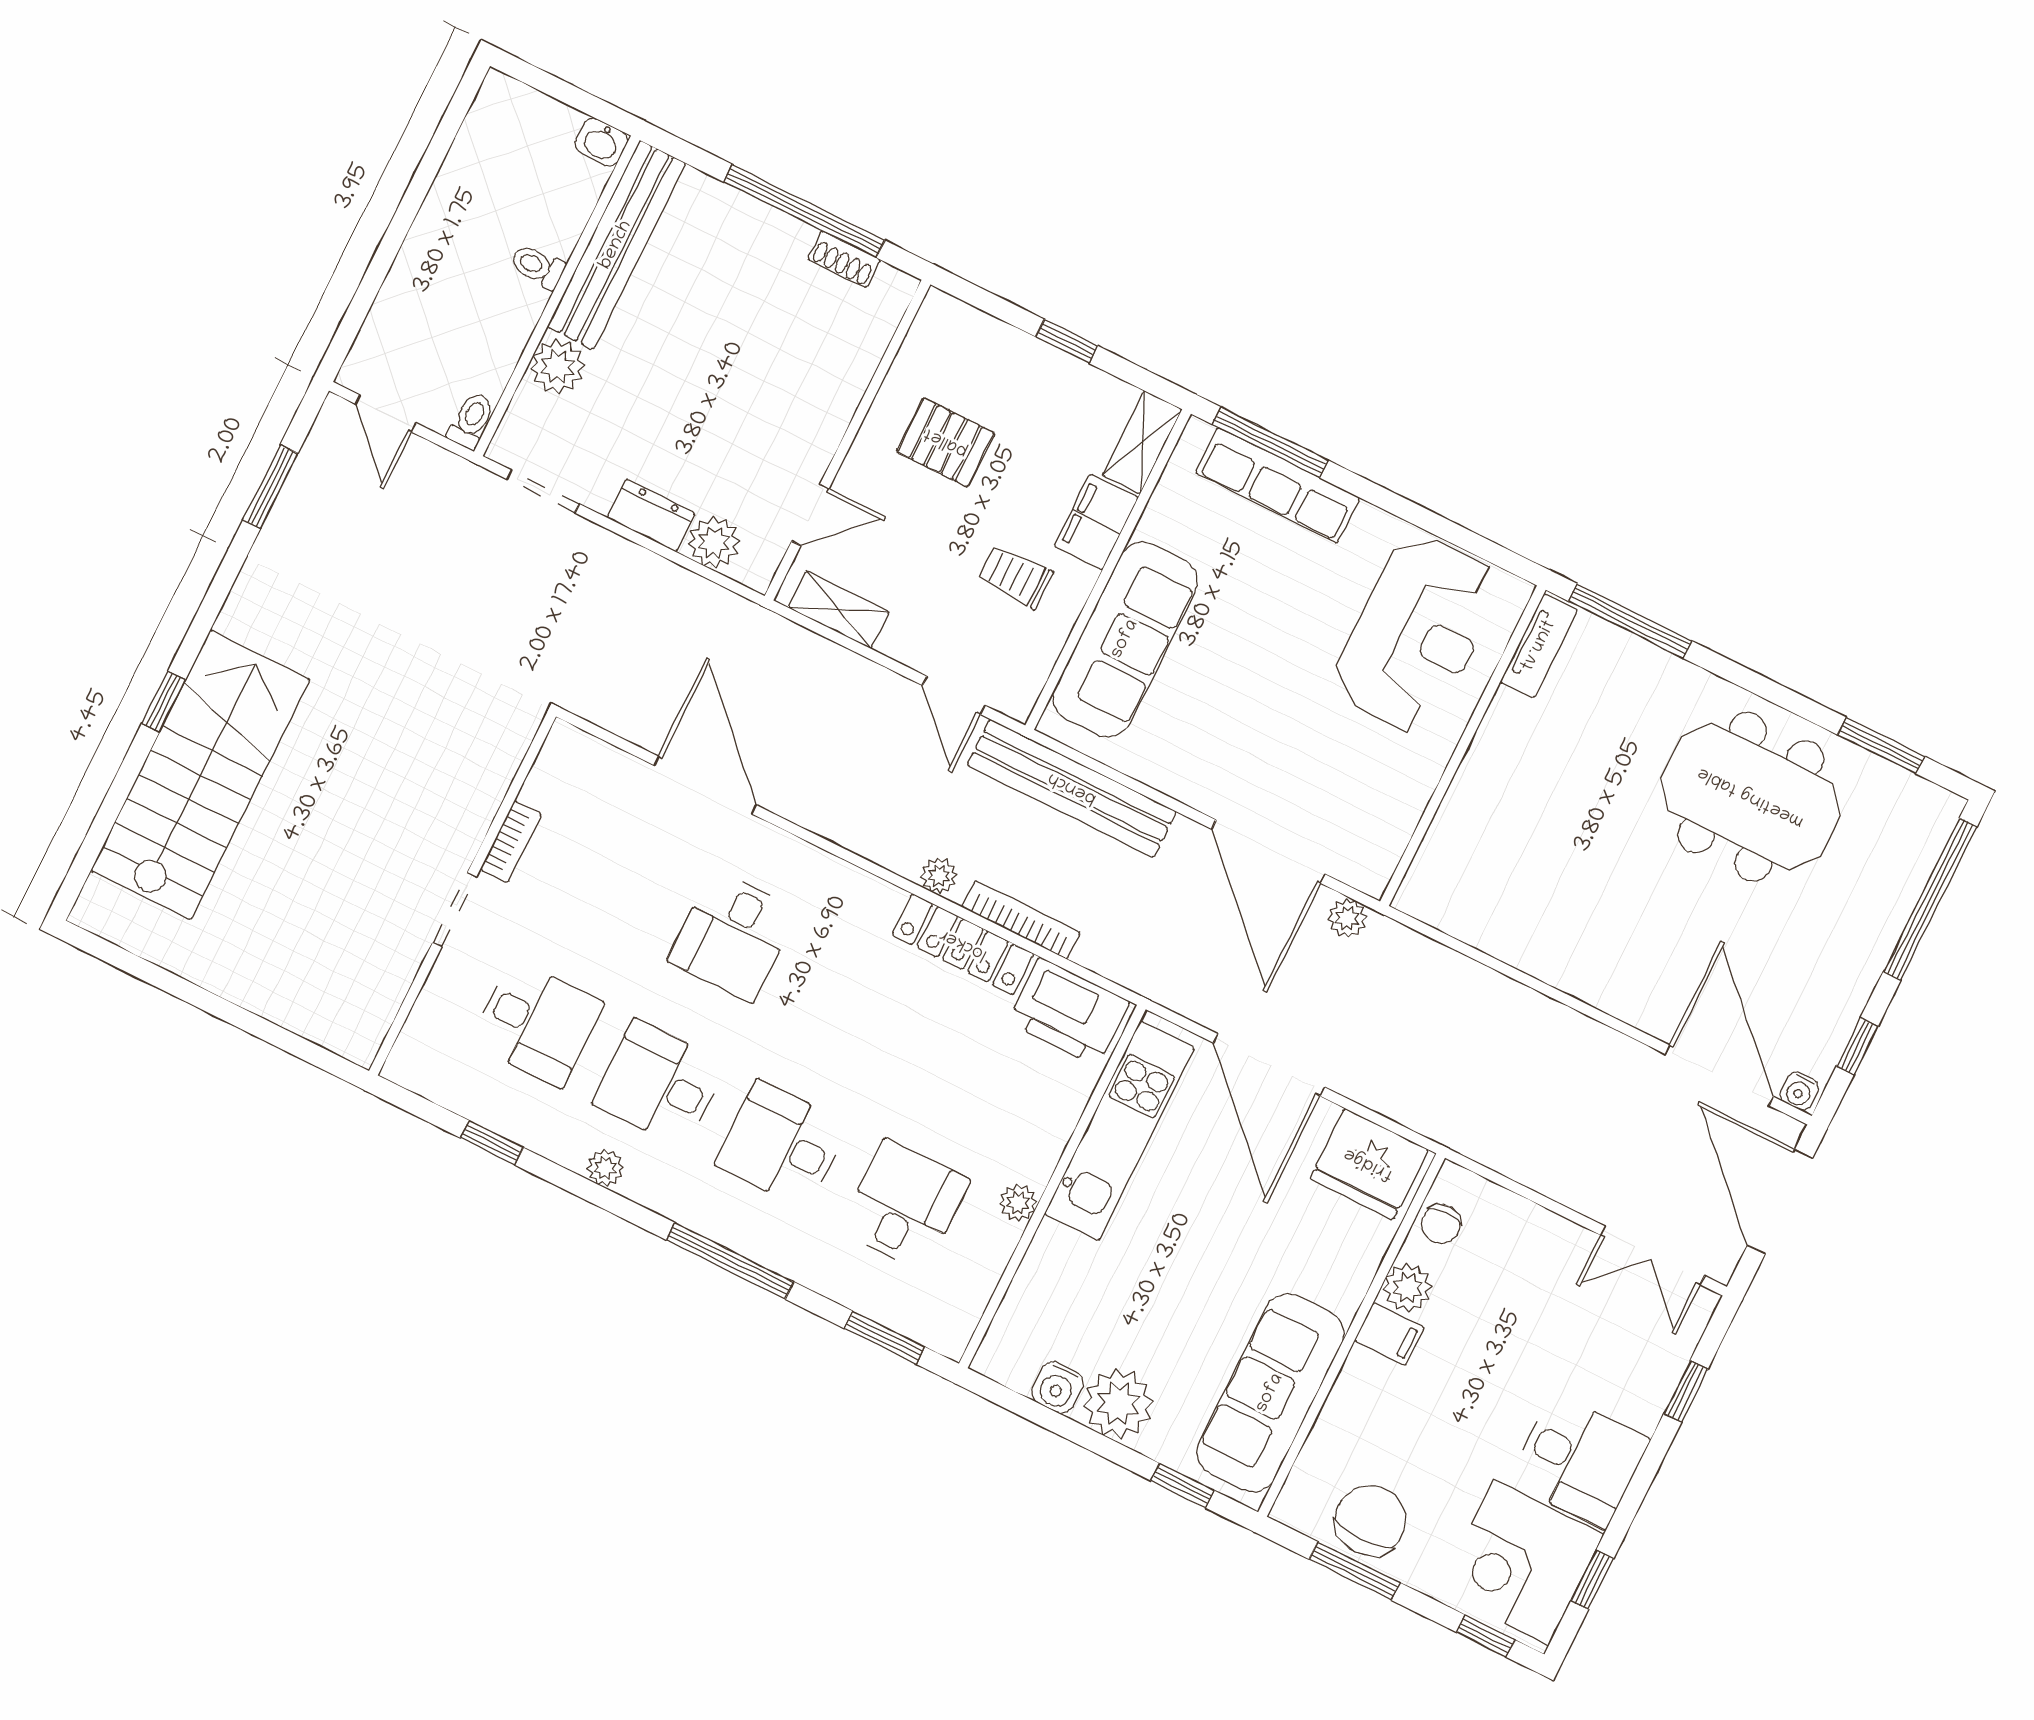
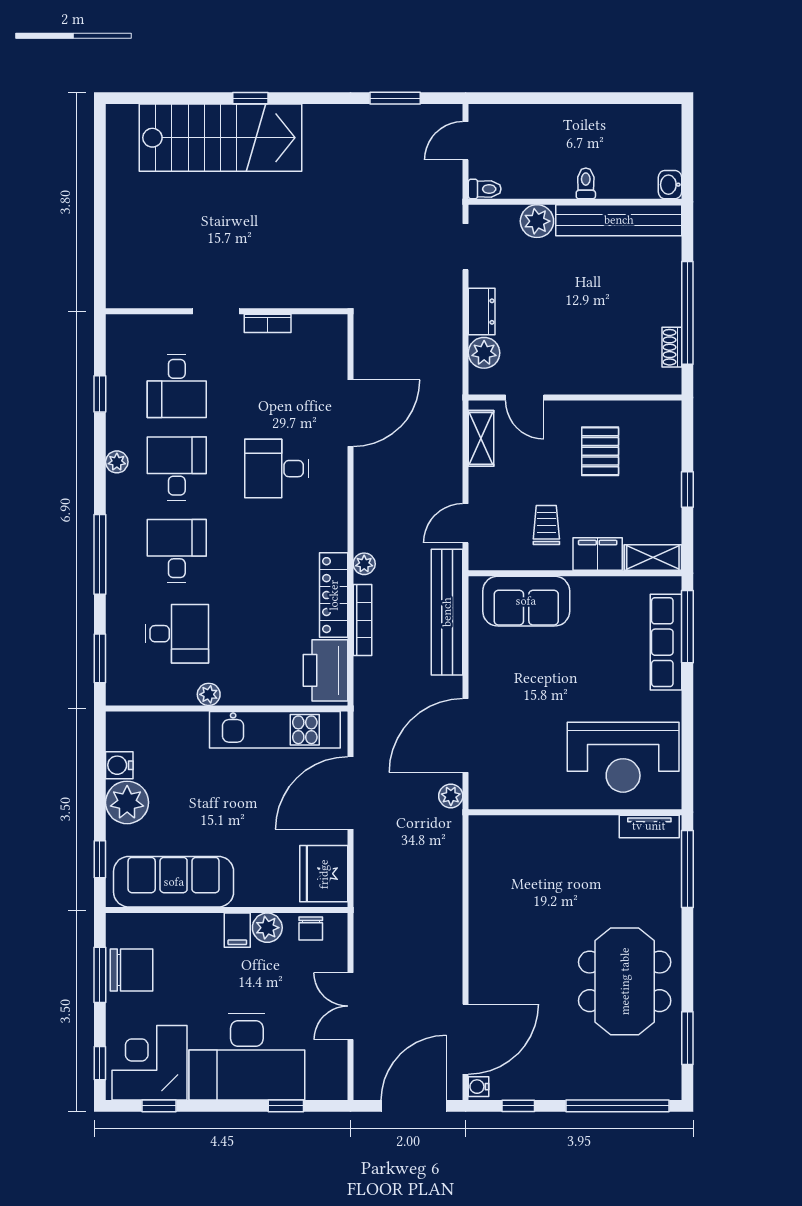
sofa: (1125, 639) -> (526, 601), width x0.73
chair: (1441, 1224) -> (311, 929), turned -90
double door: (1653, 1255) -> (350, 1006), moved
desk: (1579, 1460) -> (247, 1057), width x1.87, depth x1.30

